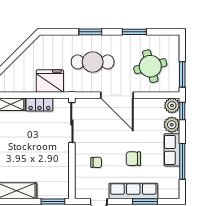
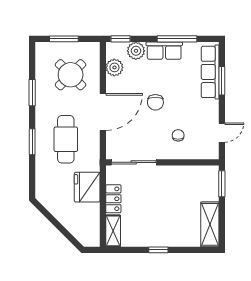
round table: (150, 66) -> (71, 75), turned -30
window: (182, 74) -> (64, 39), moved
plant: (172, 105) -> (114, 67), moved
chair: (133, 159) -> (155, 102), moved
row of seats: (133, 191) -> (210, 72), moved

